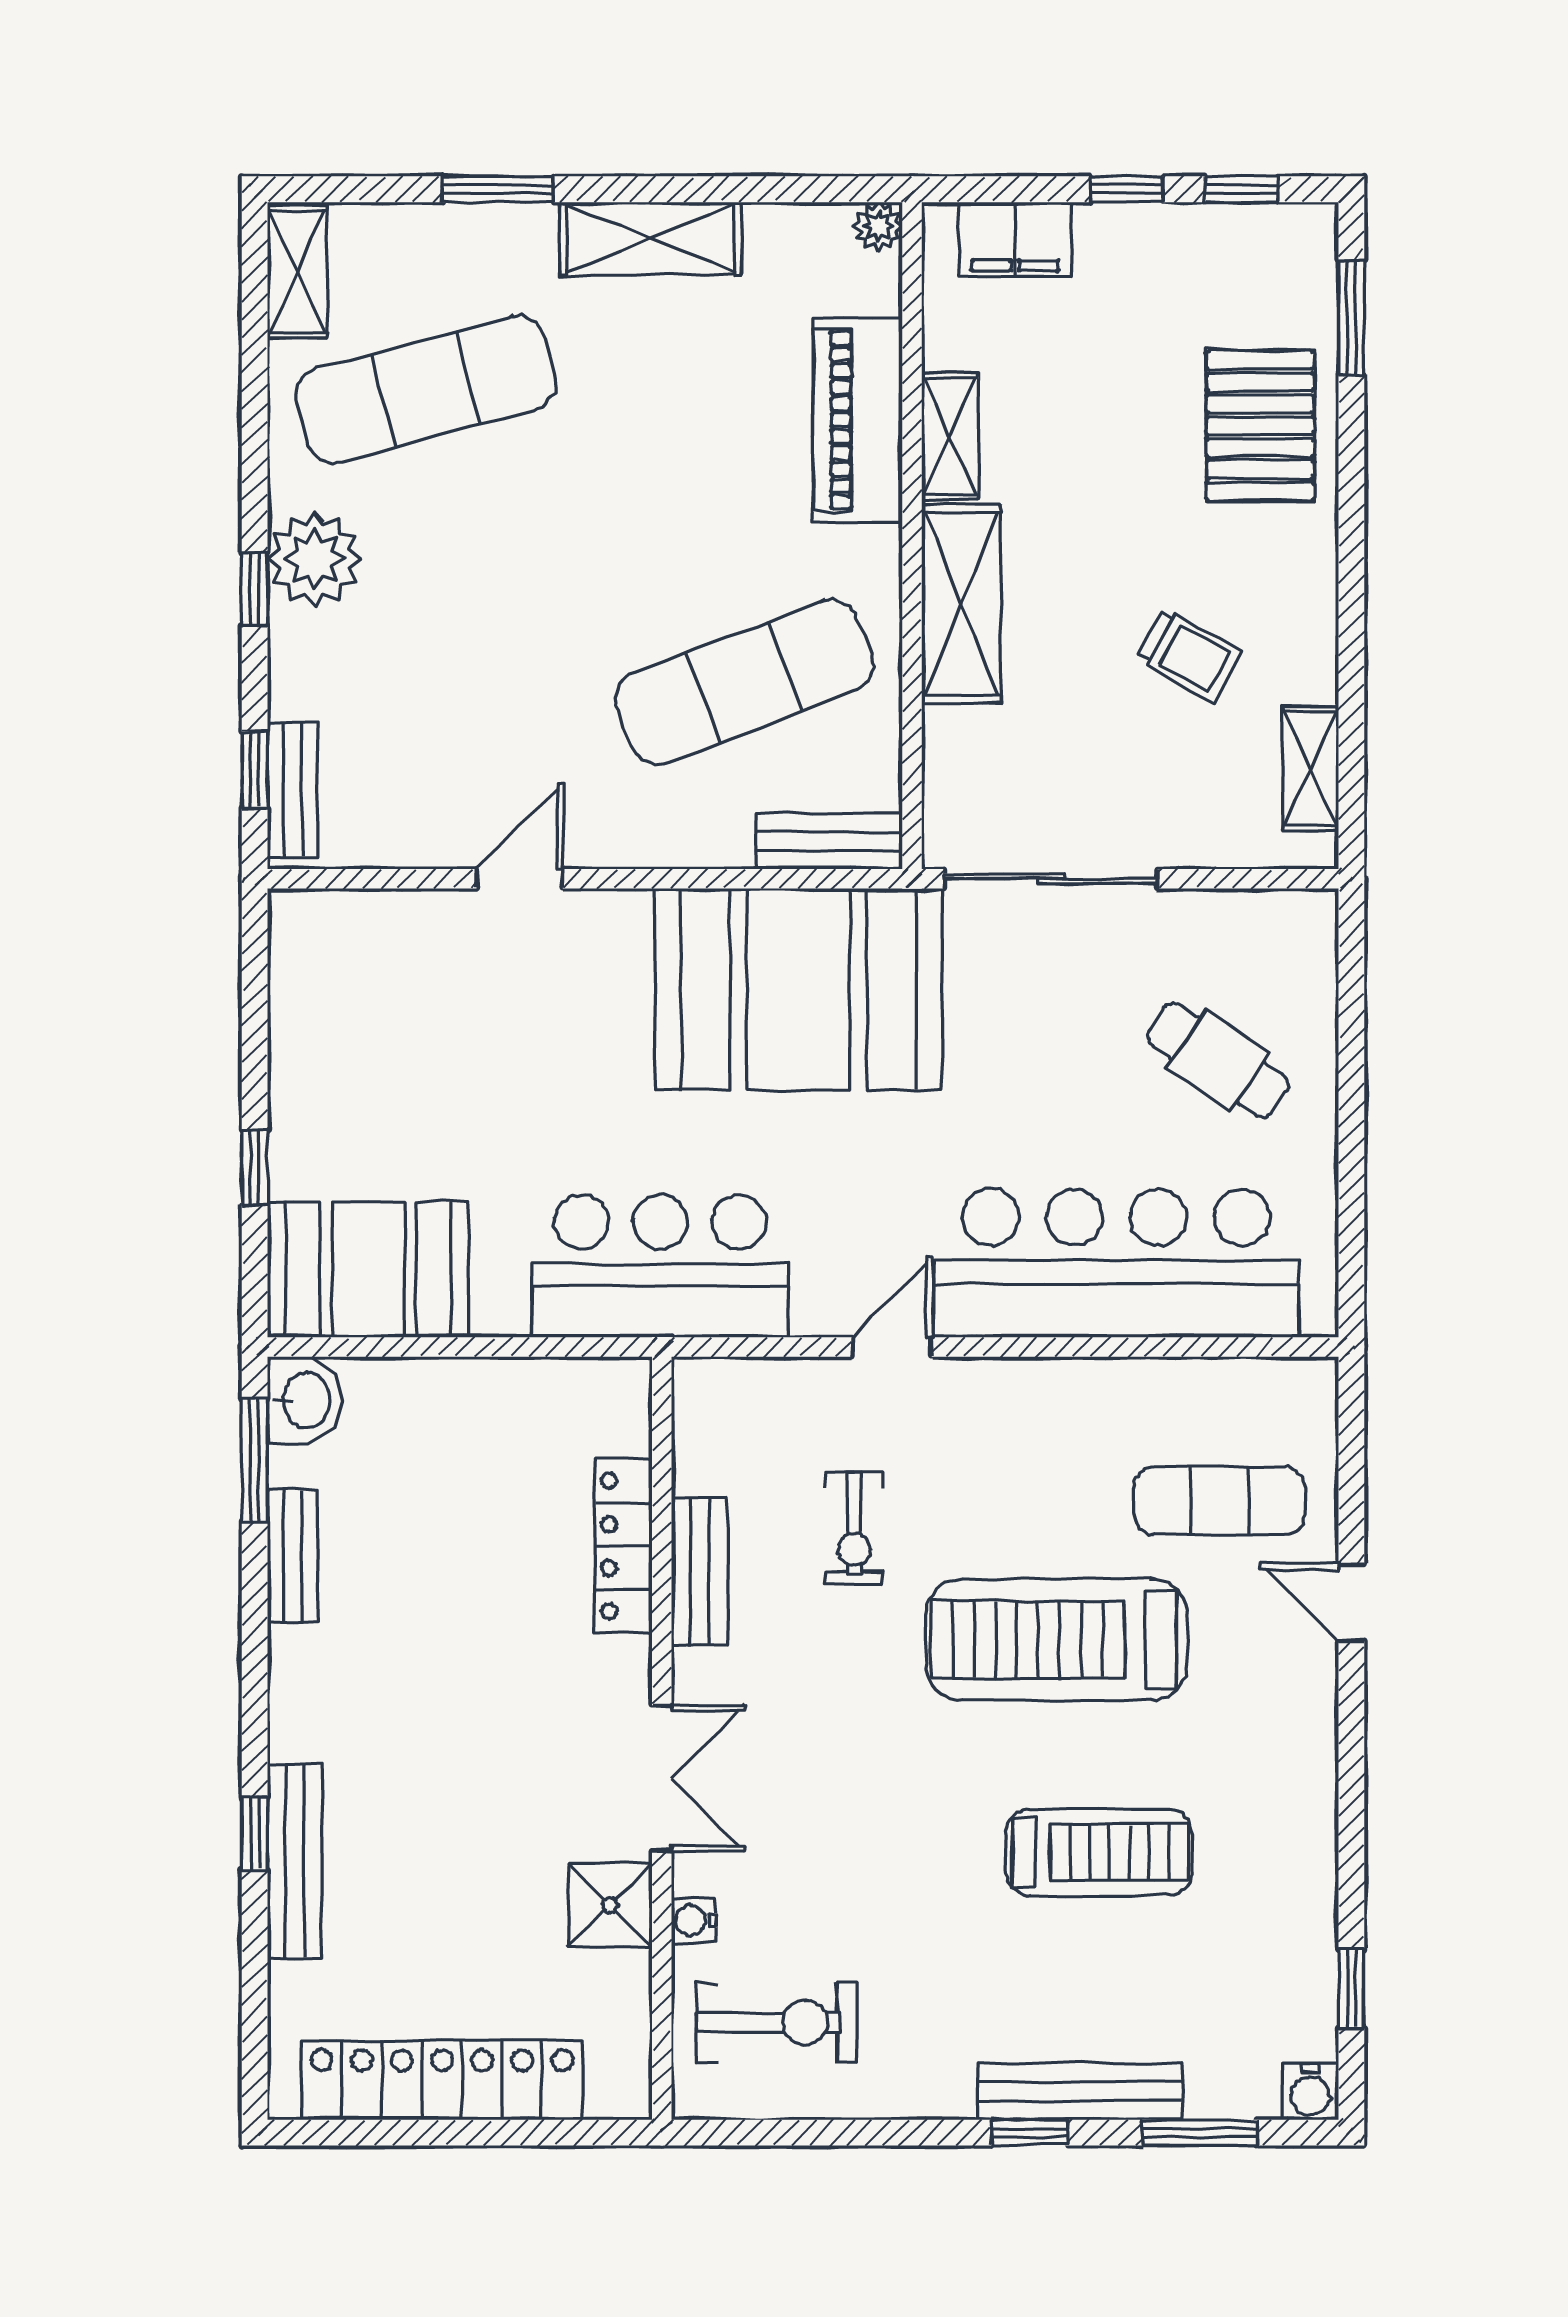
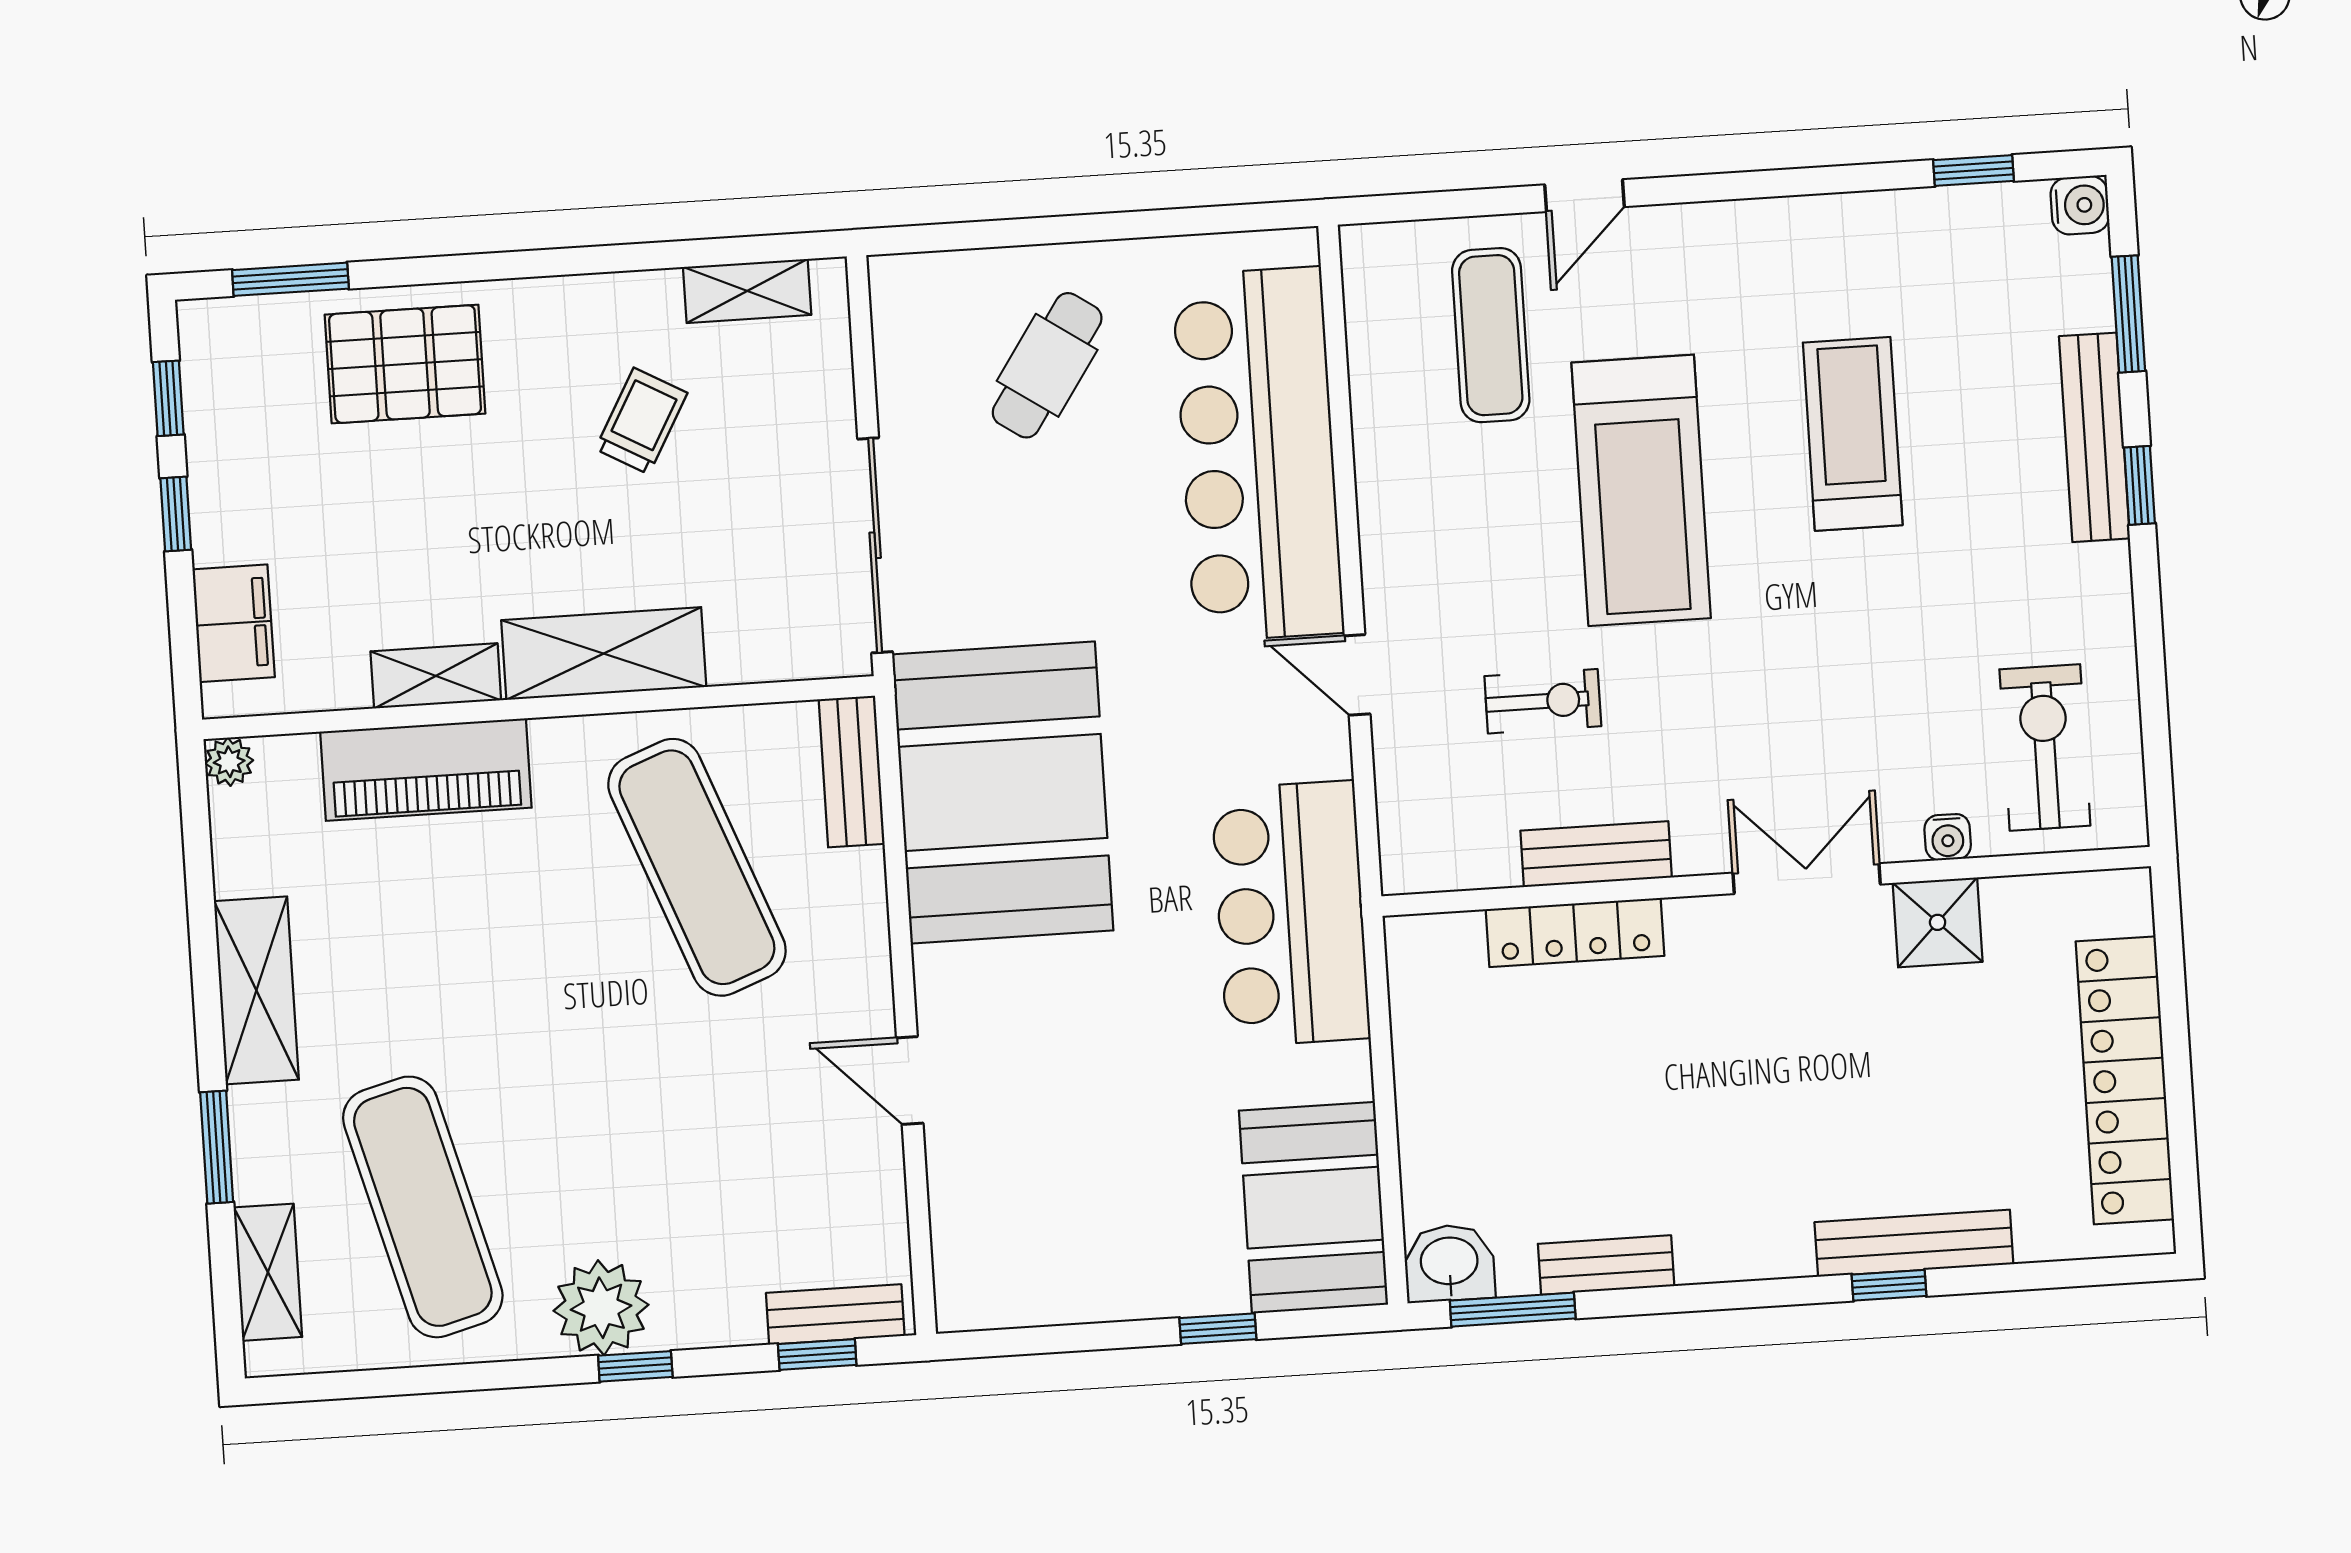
shelving: (297, 272) -> (268, 1272), moved, turned 90

